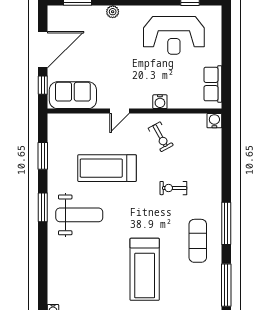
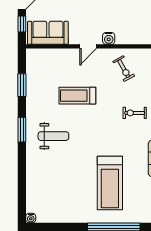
water cooler: (160, 102) -> (109, 38), moved
treadmill: (107, 168) -> (77, 96), width x0.73, depth x0.73
weight bench: (79, 215) -> (53, 136), width x0.73, depth x0.75

